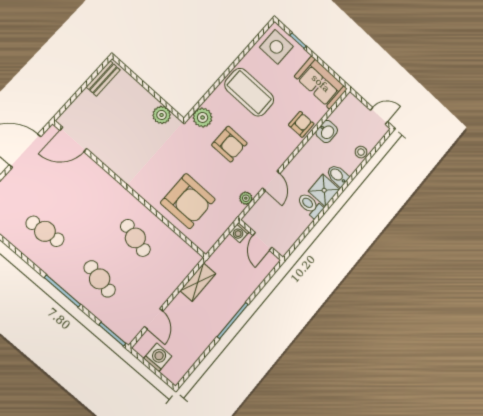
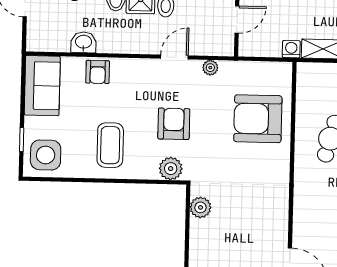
coffee table: (249, 92) -> (110, 145), width x0.73, depth x0.76
armchair: (301, 124) -> (98, 72), turned -90
armchair: (188, 201) -> (258, 119), turned -90
washing machine: (239, 232) -> (291, 49), moved, turned -90

